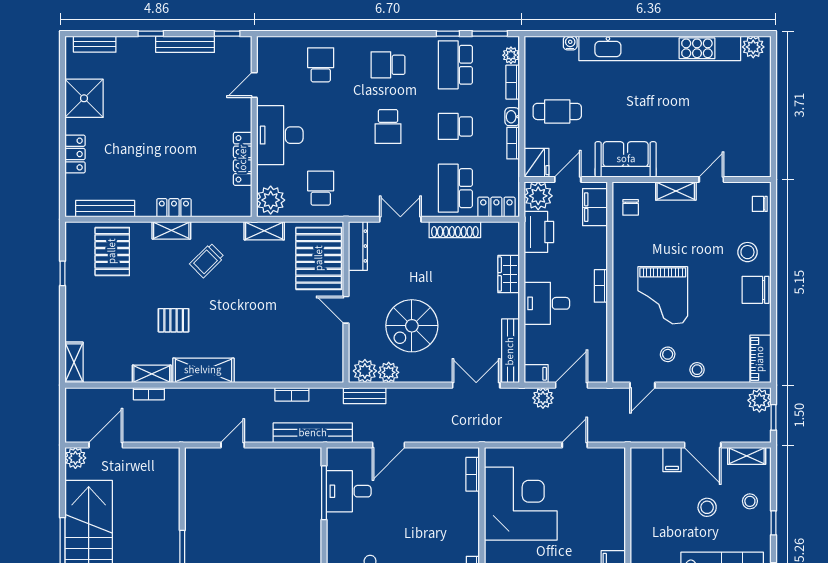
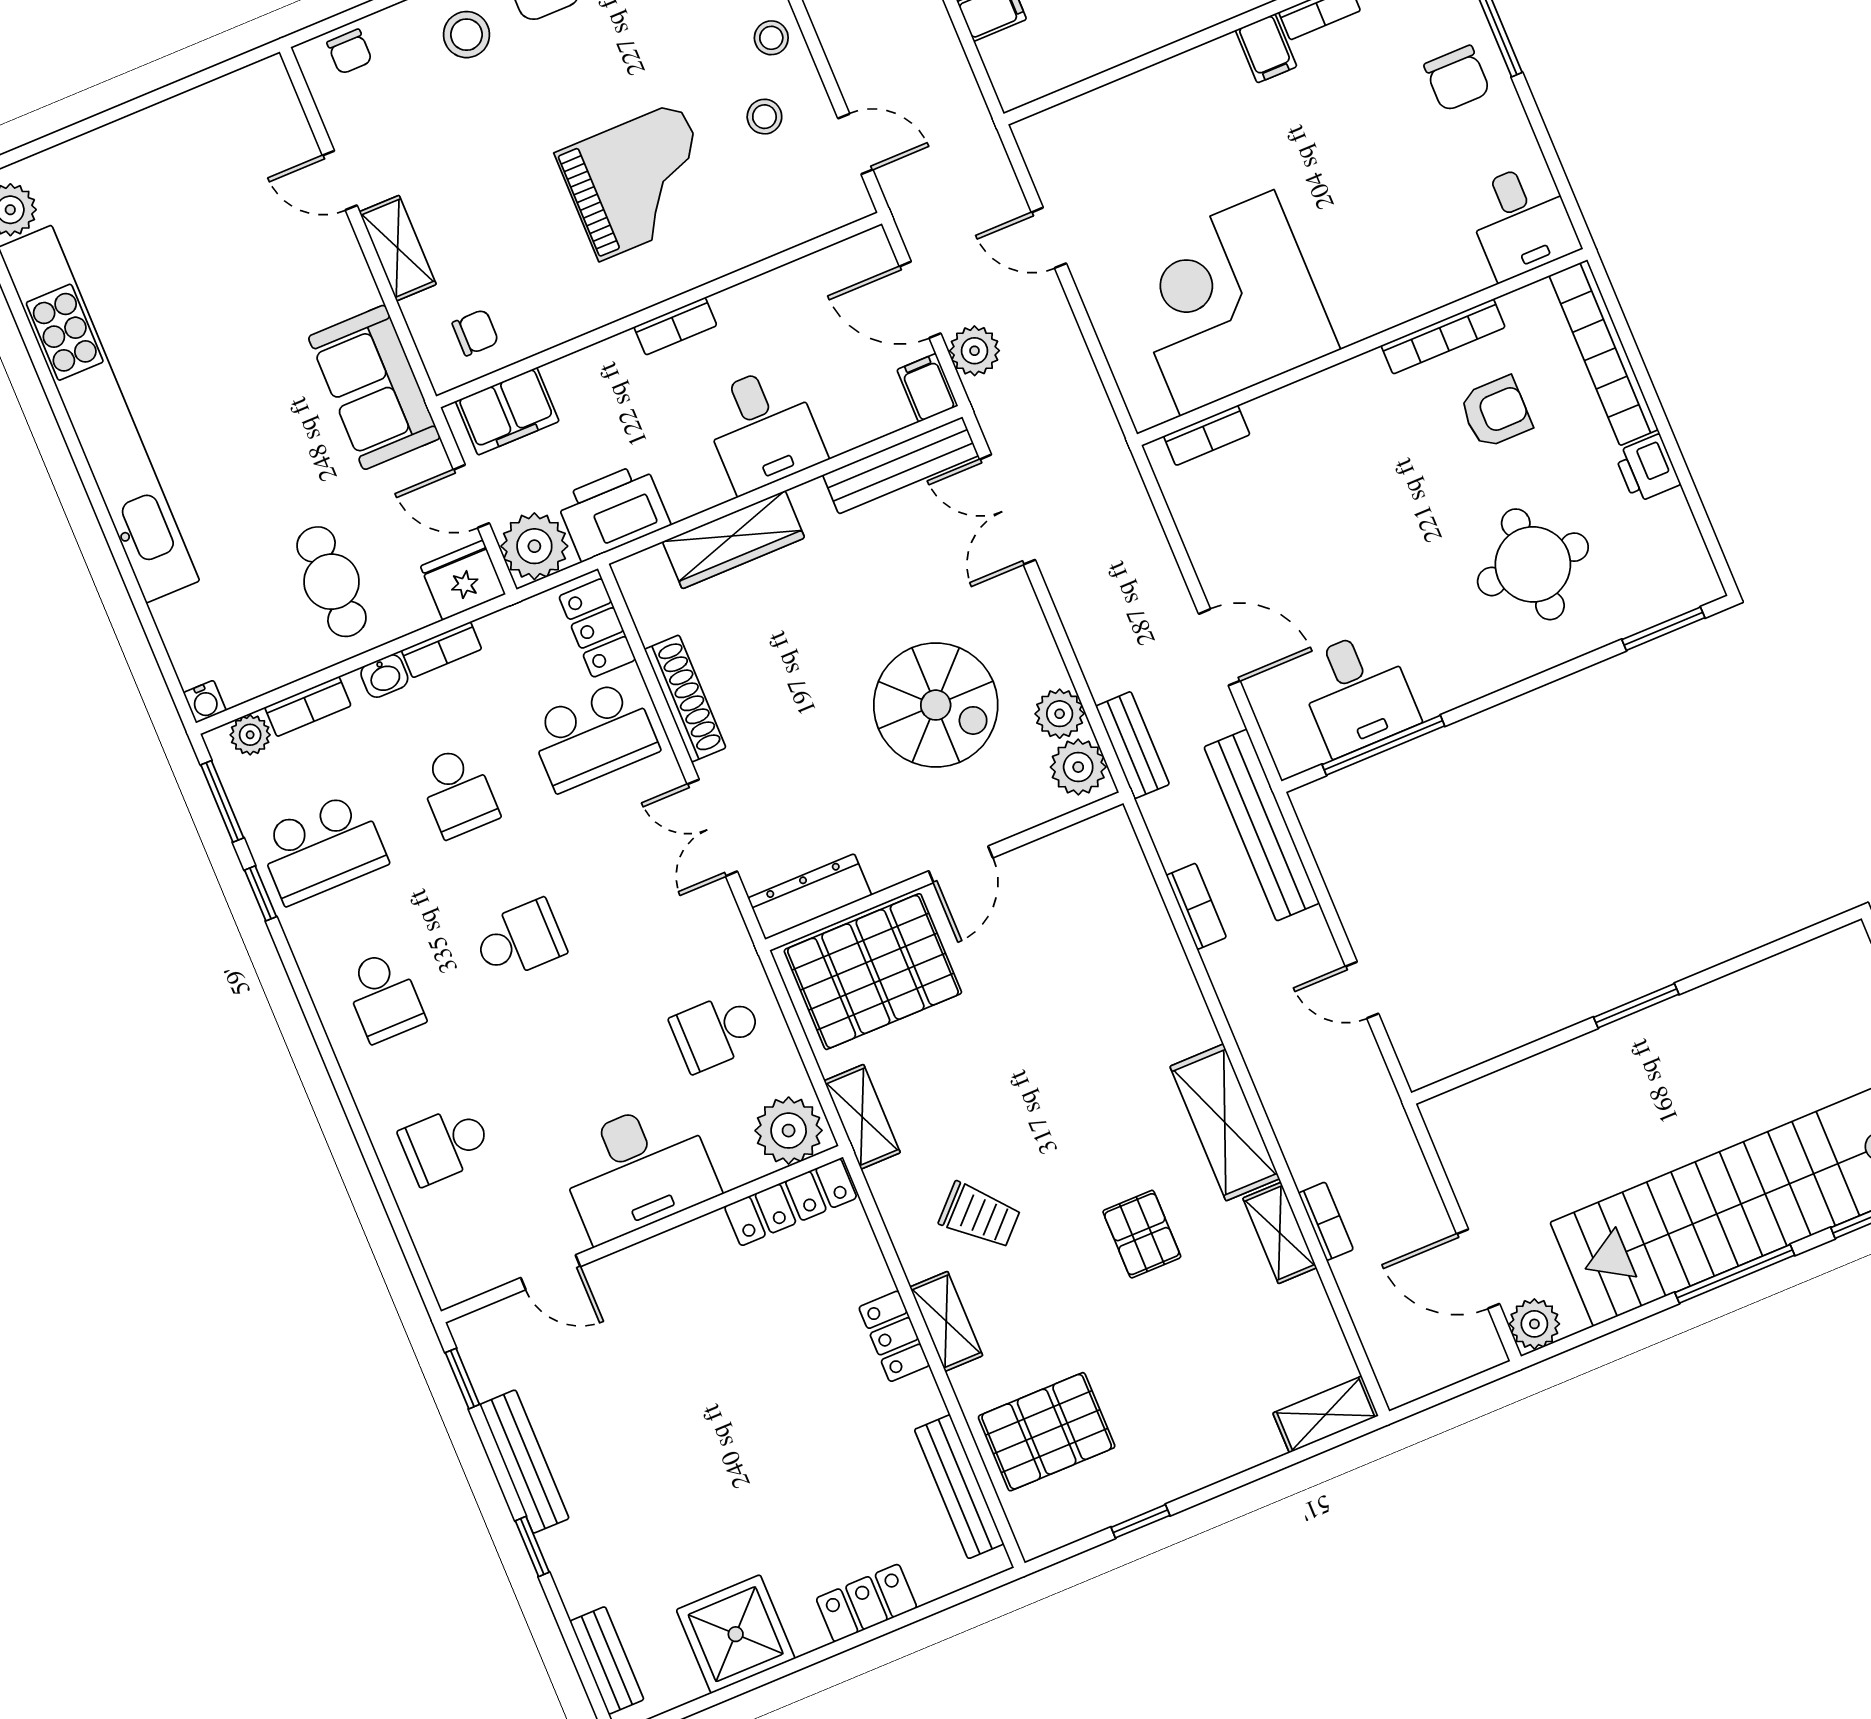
water cooler: (570, 43) -> (205, 702), moved, turned -90
locker: (243, 159) -> (791, 1202), moved
wardrobe: (509, 274) -> (734, 540), width x1.50

